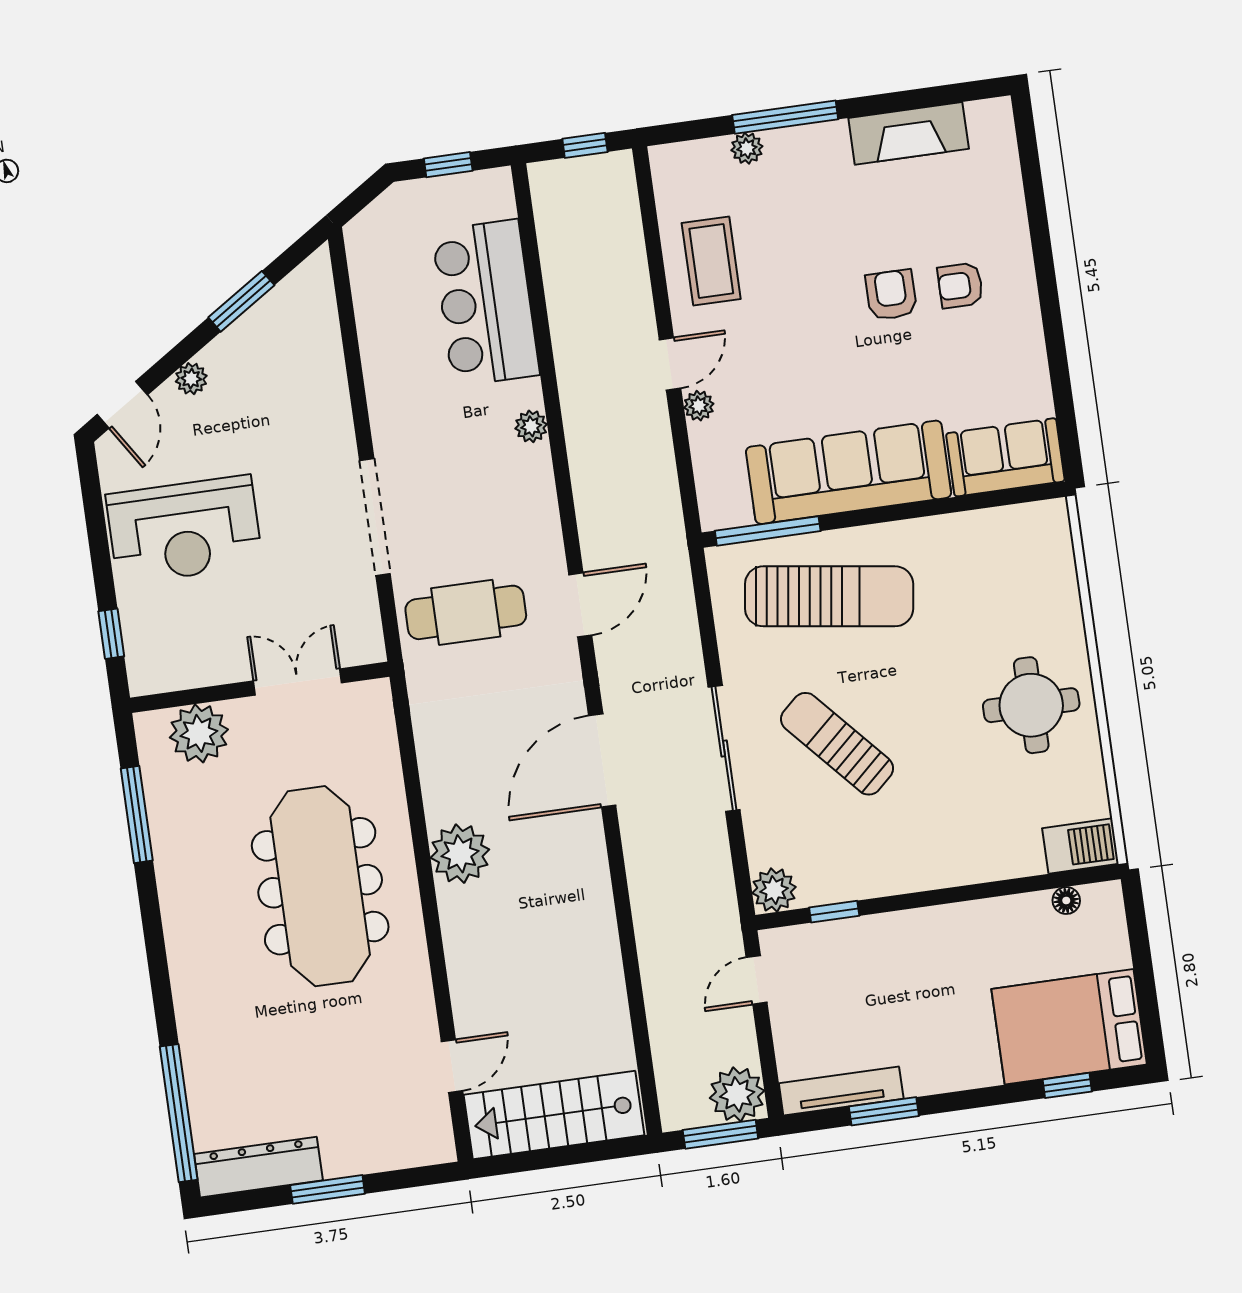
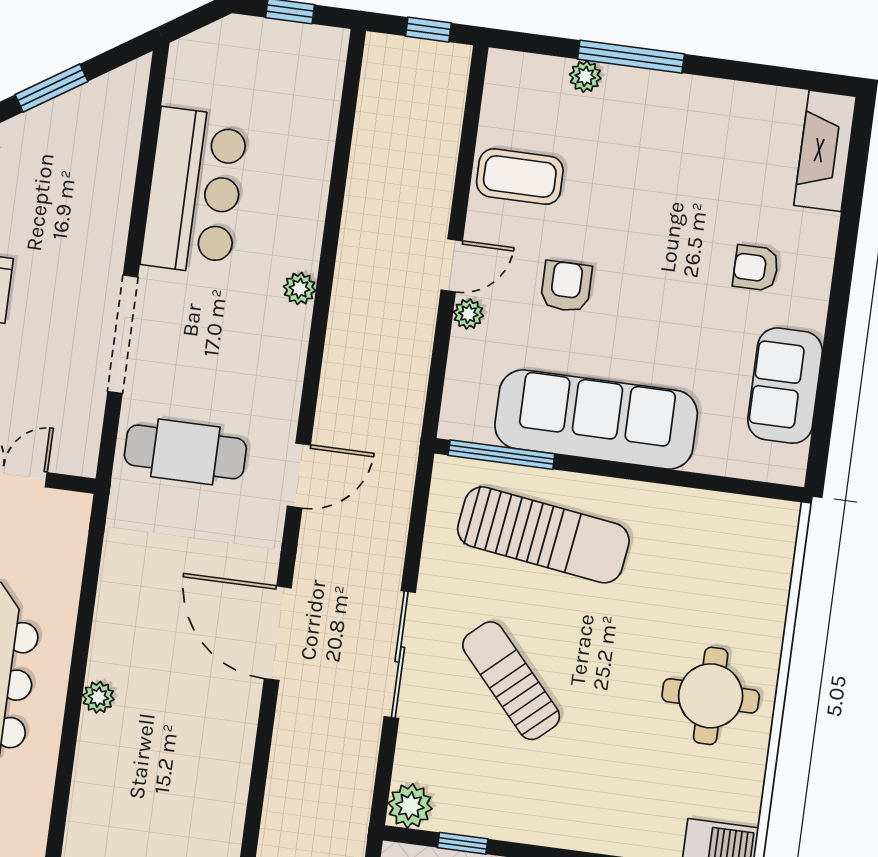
fireplace: (909, 133) -> (825, 151), moved, turned 90
coffee table: (711, 261) -> (520, 177), turned 90
armchair: (891, 295) -> (566, 286), moved
bar counter: (486, 303) -> (194, 191), moved, turned 180
sofa: (1005, 457) -> (785, 386), moved, turned -90
door: (602, 761) -> (278, 633), hinge flipped
plant: (460, 854) -> (98, 697), width x0.53, depth x0.53

